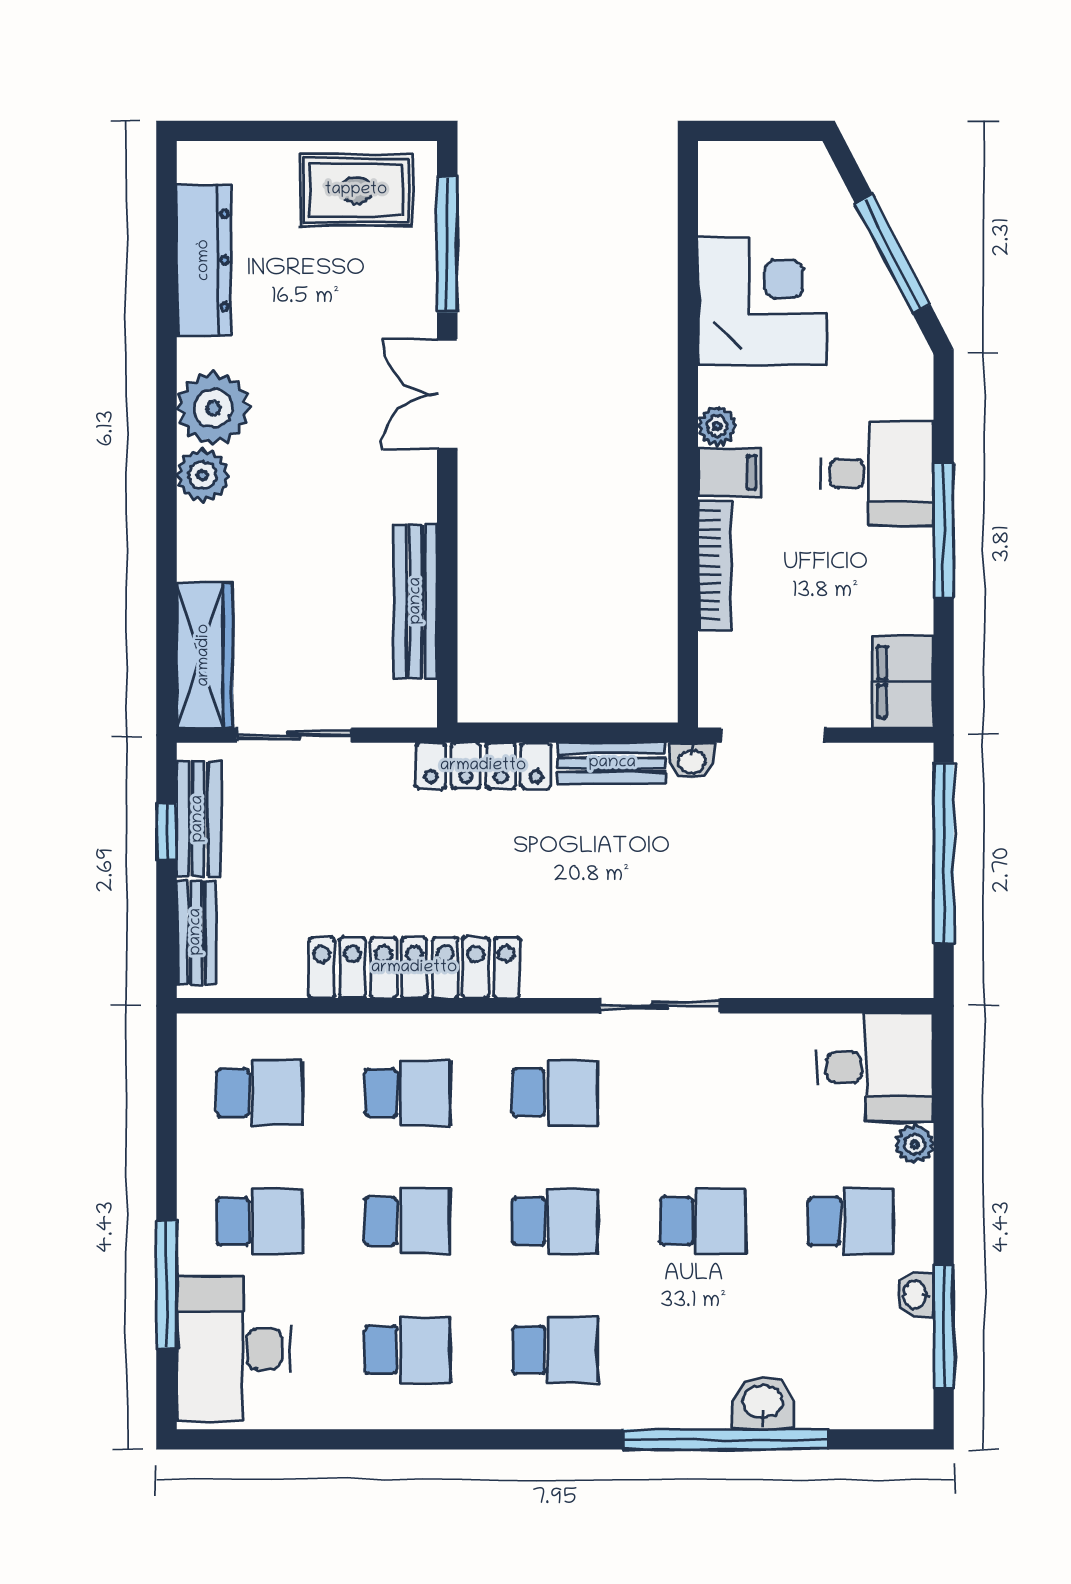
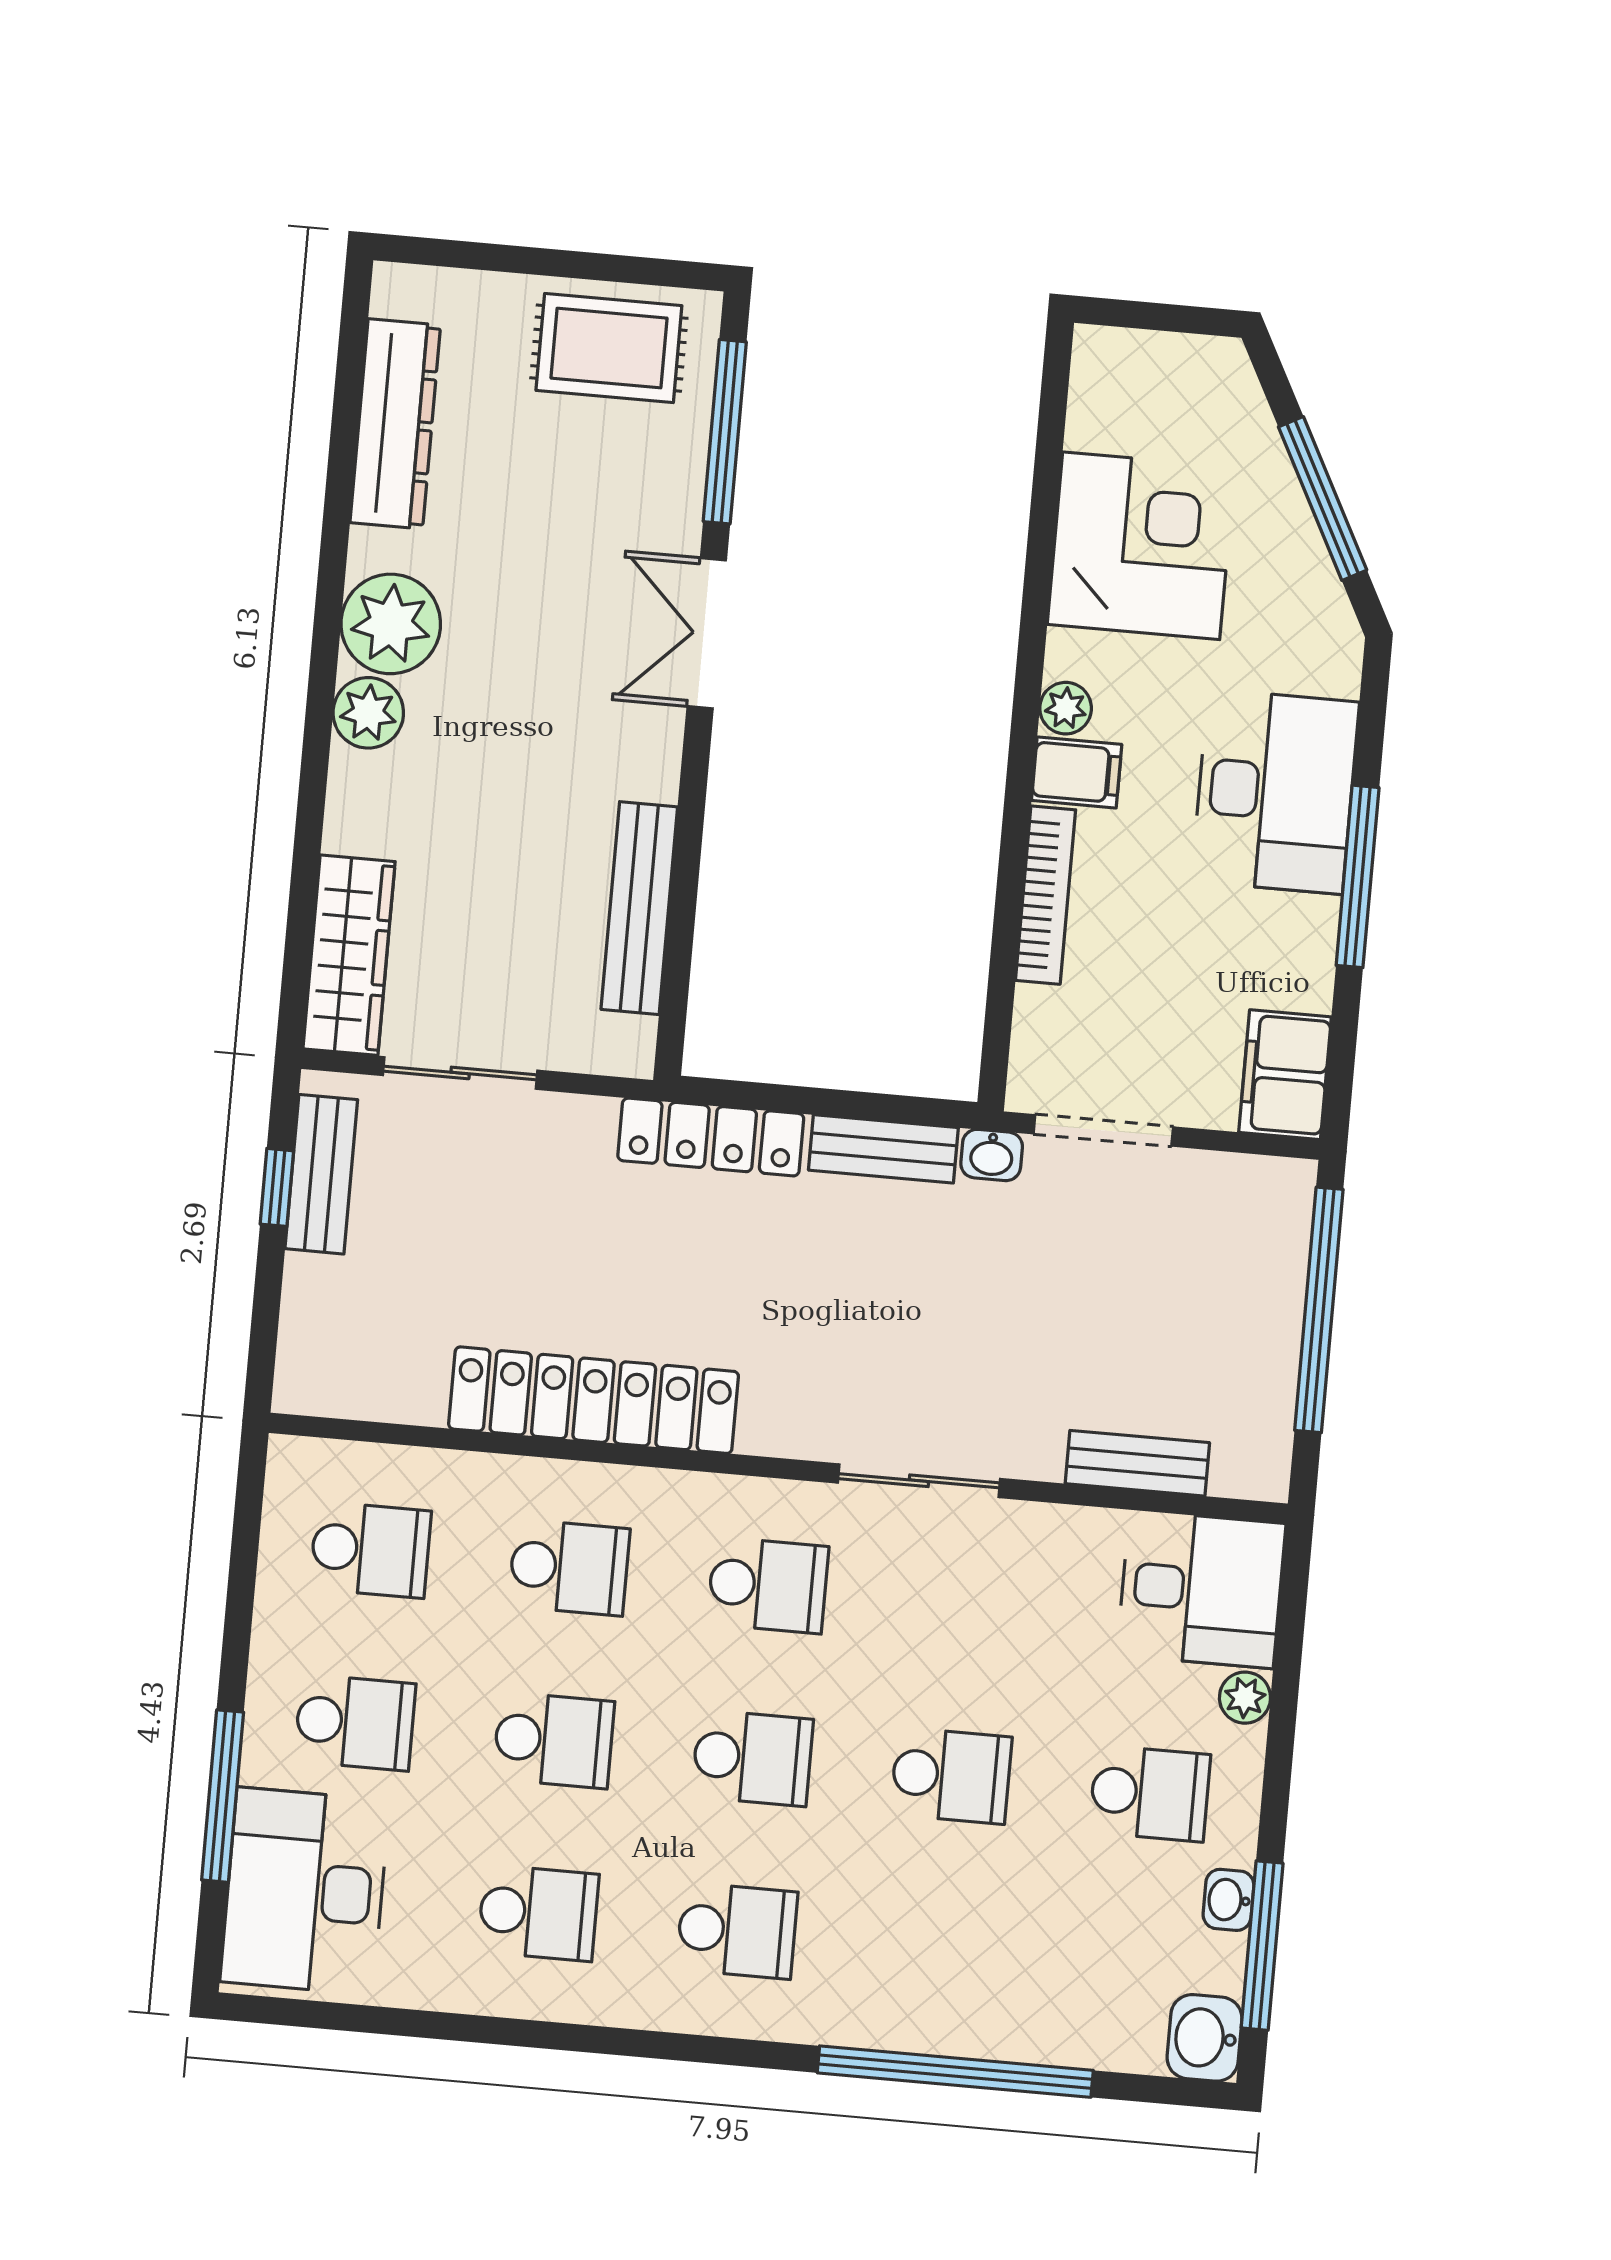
desk: (877, 474) -> (1275, 792), width x1.37
bench: (196, 932) -> (1137, 1463), moved, turned 90
washbasin: (763, 1403) -> (1204, 2038), moved, turned -90

